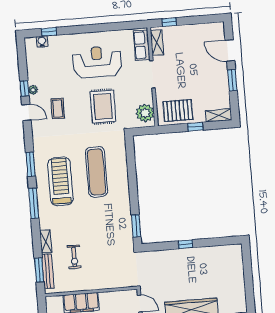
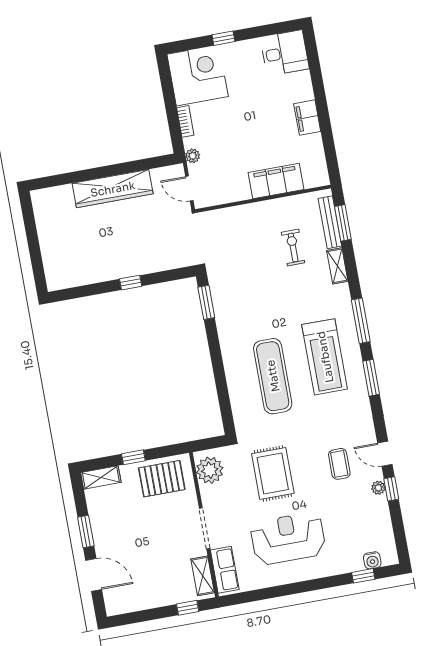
reception desk: (97, 62) -> (288, 538), turned 180

